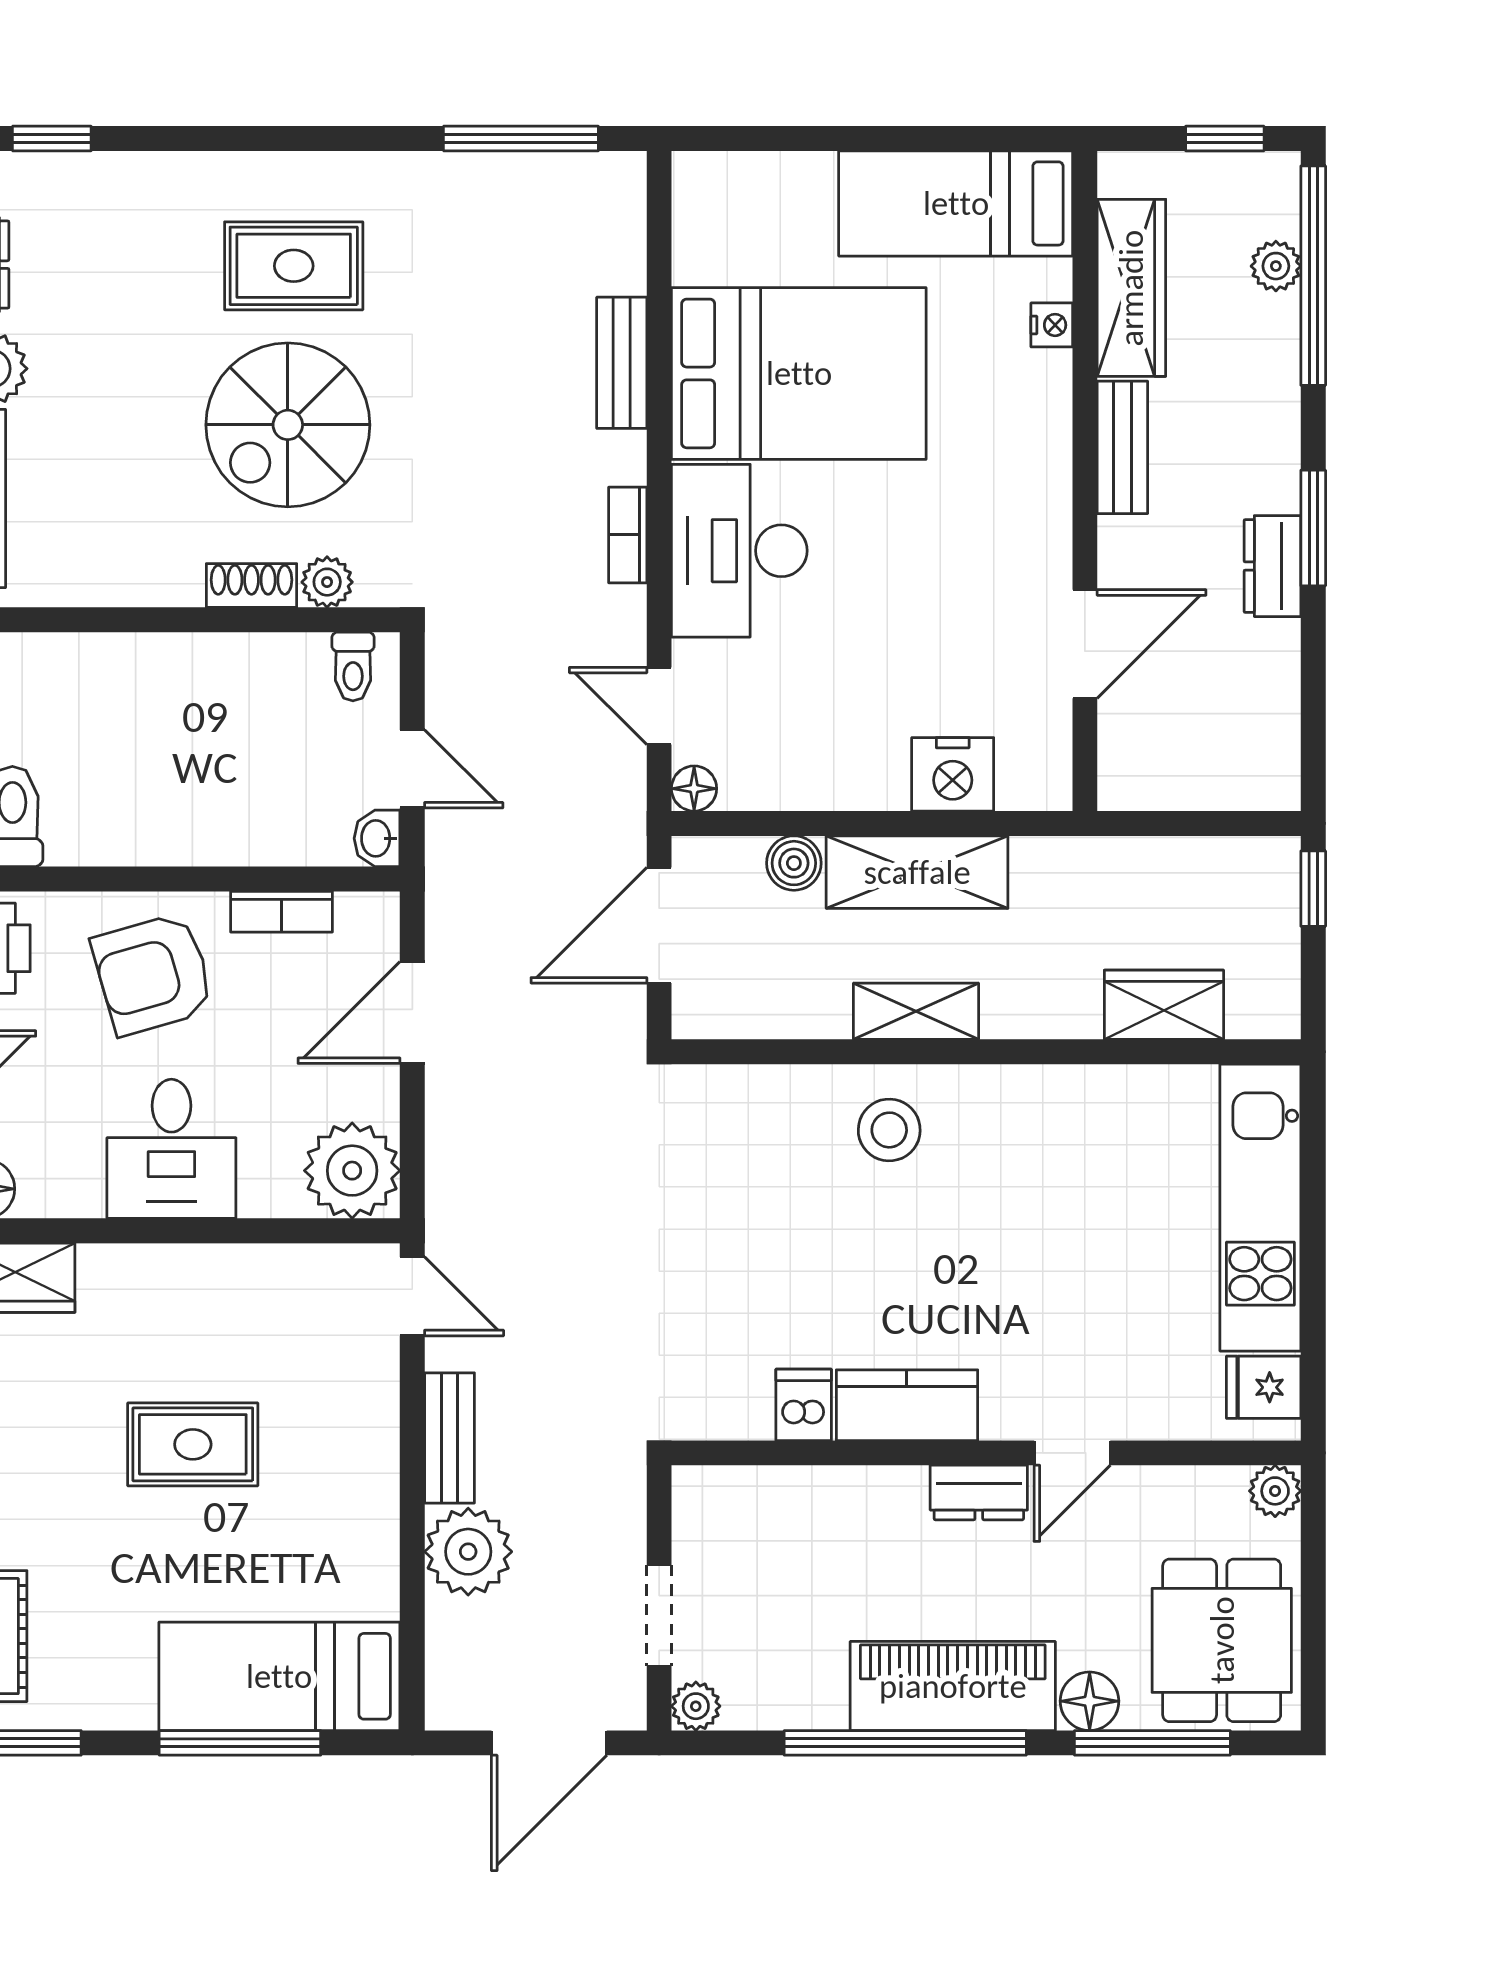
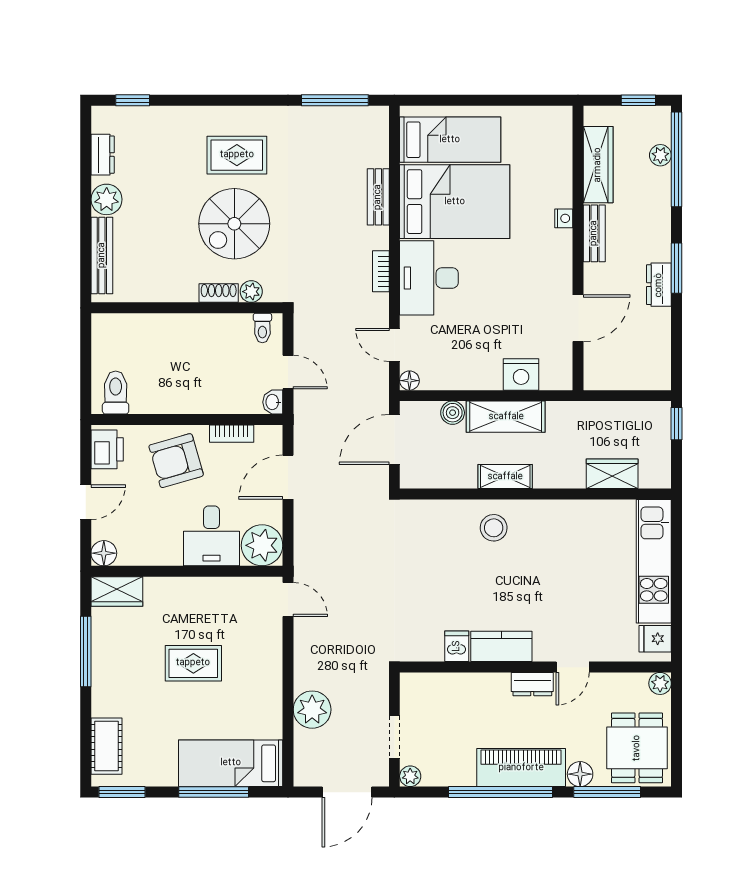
bed: (956, 203) -> (450, 140), moved, turned 180
nightstand: (1052, 325) -> (564, 218), moved
desk: (171, 1149) -> (212, 536), moved
bench: (449, 1438) -> (304, 661), removed

